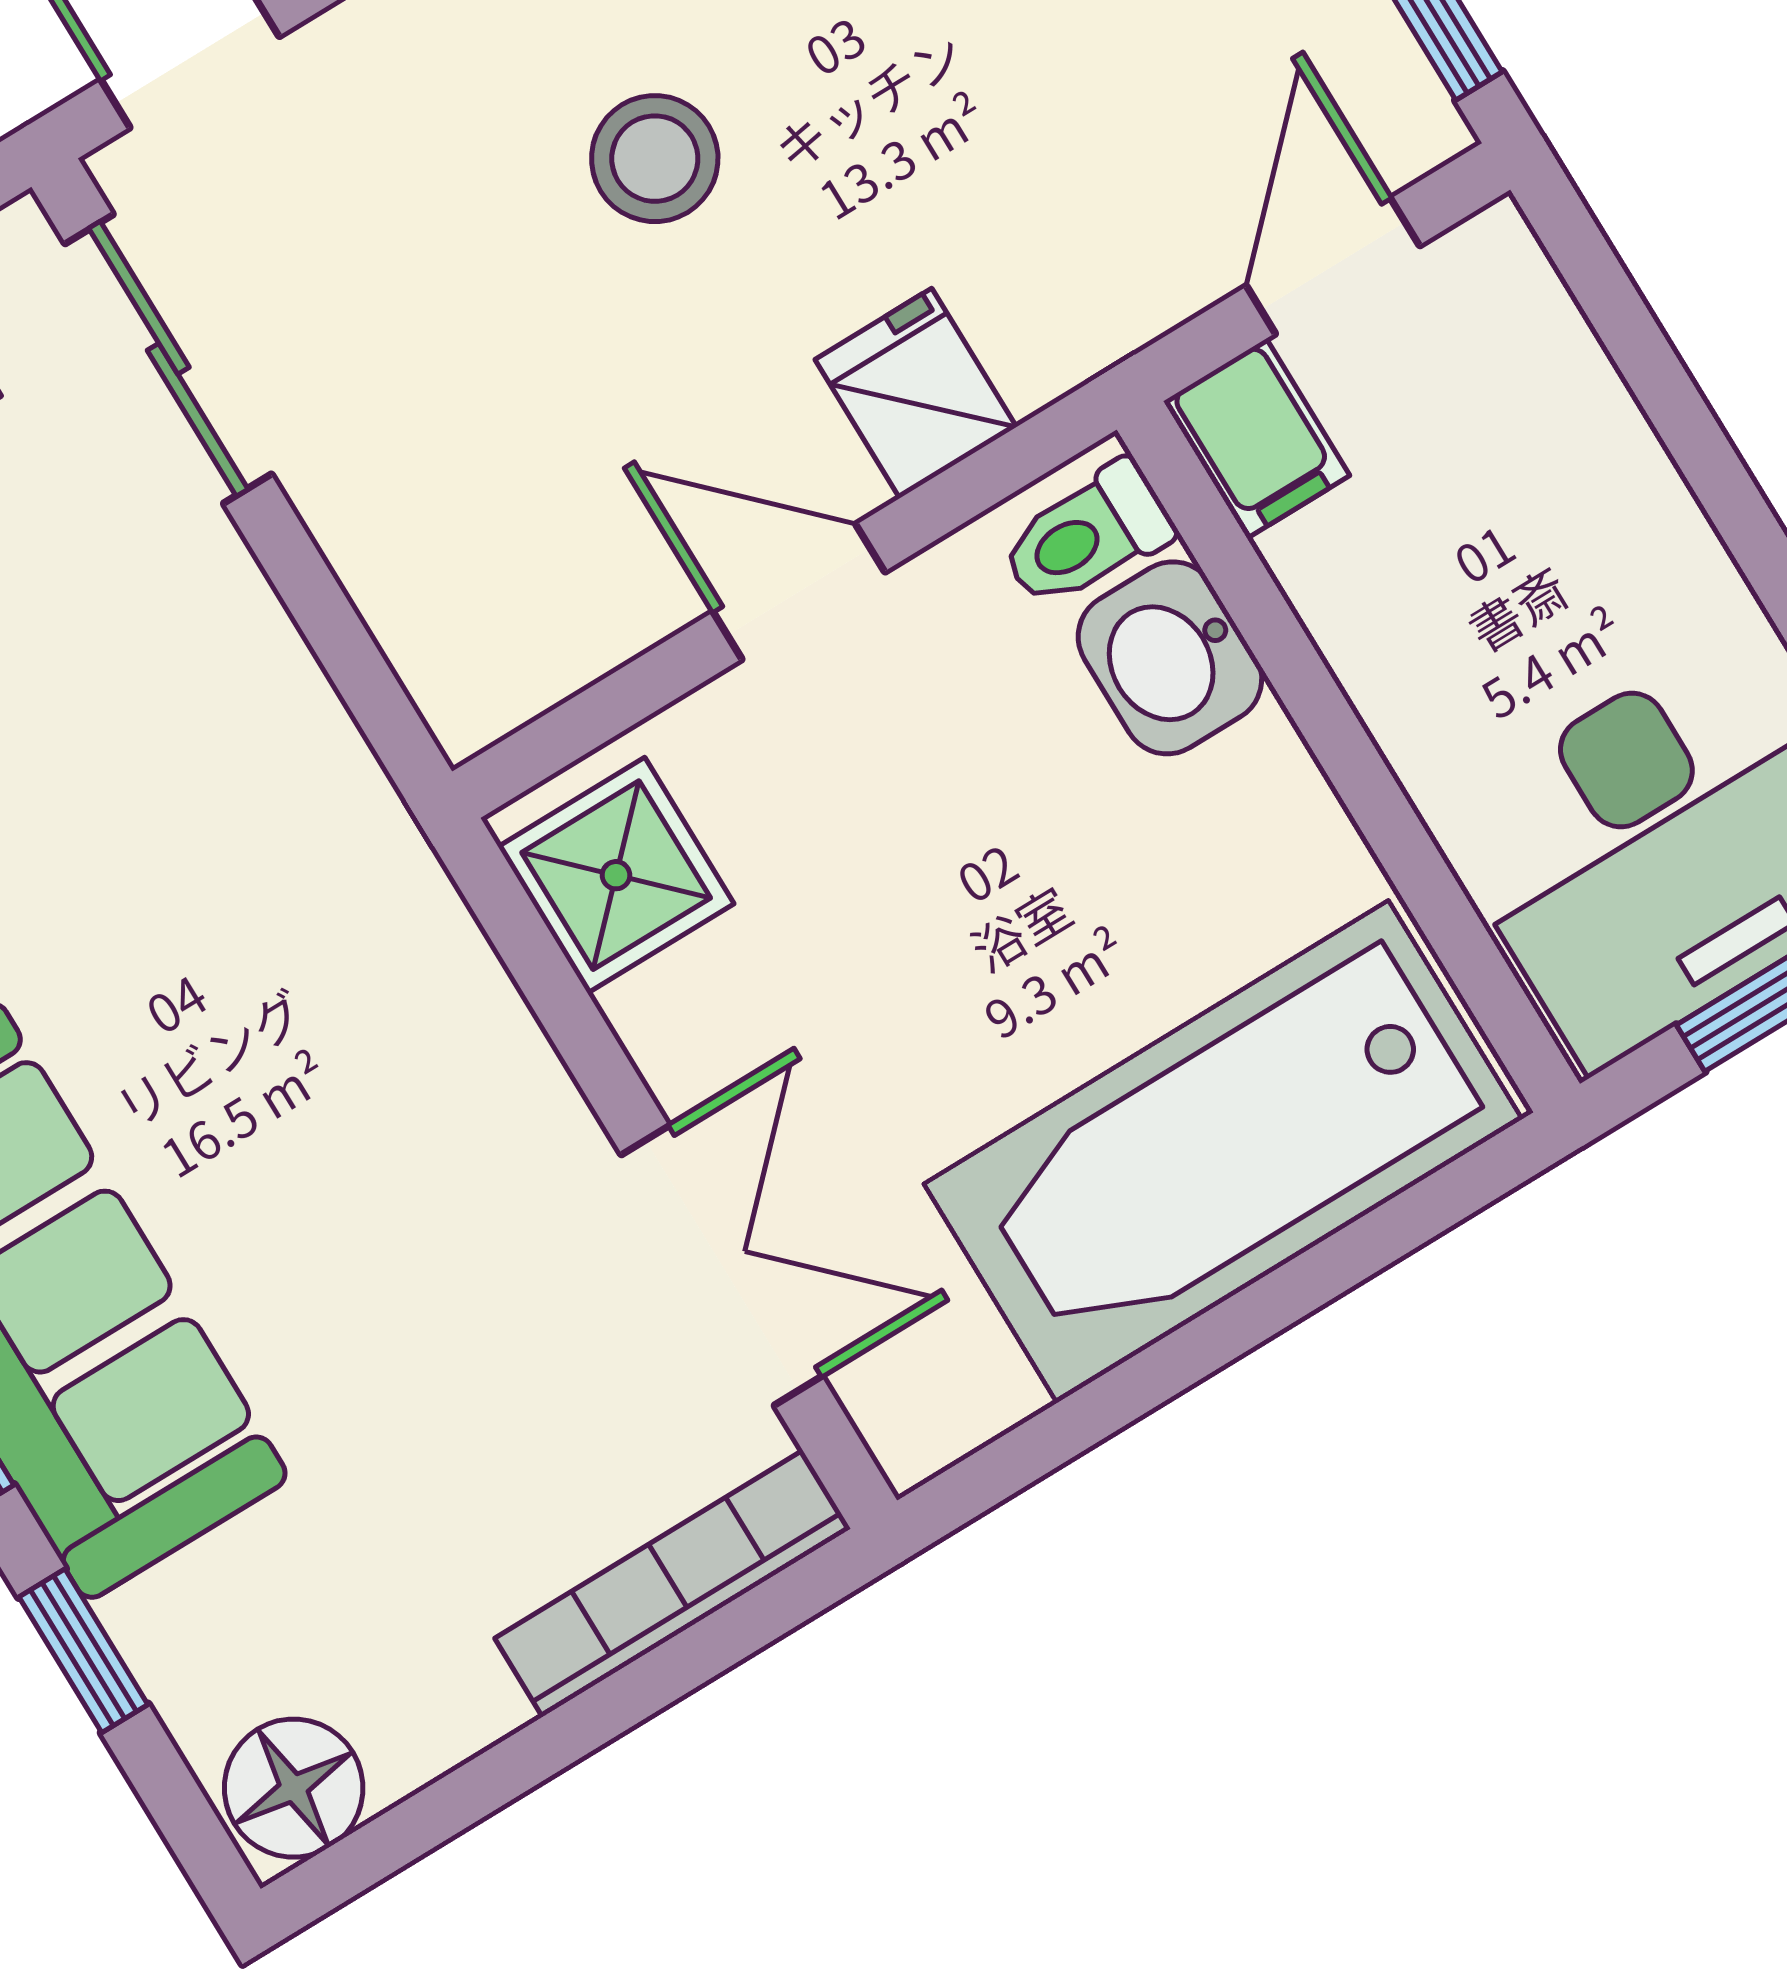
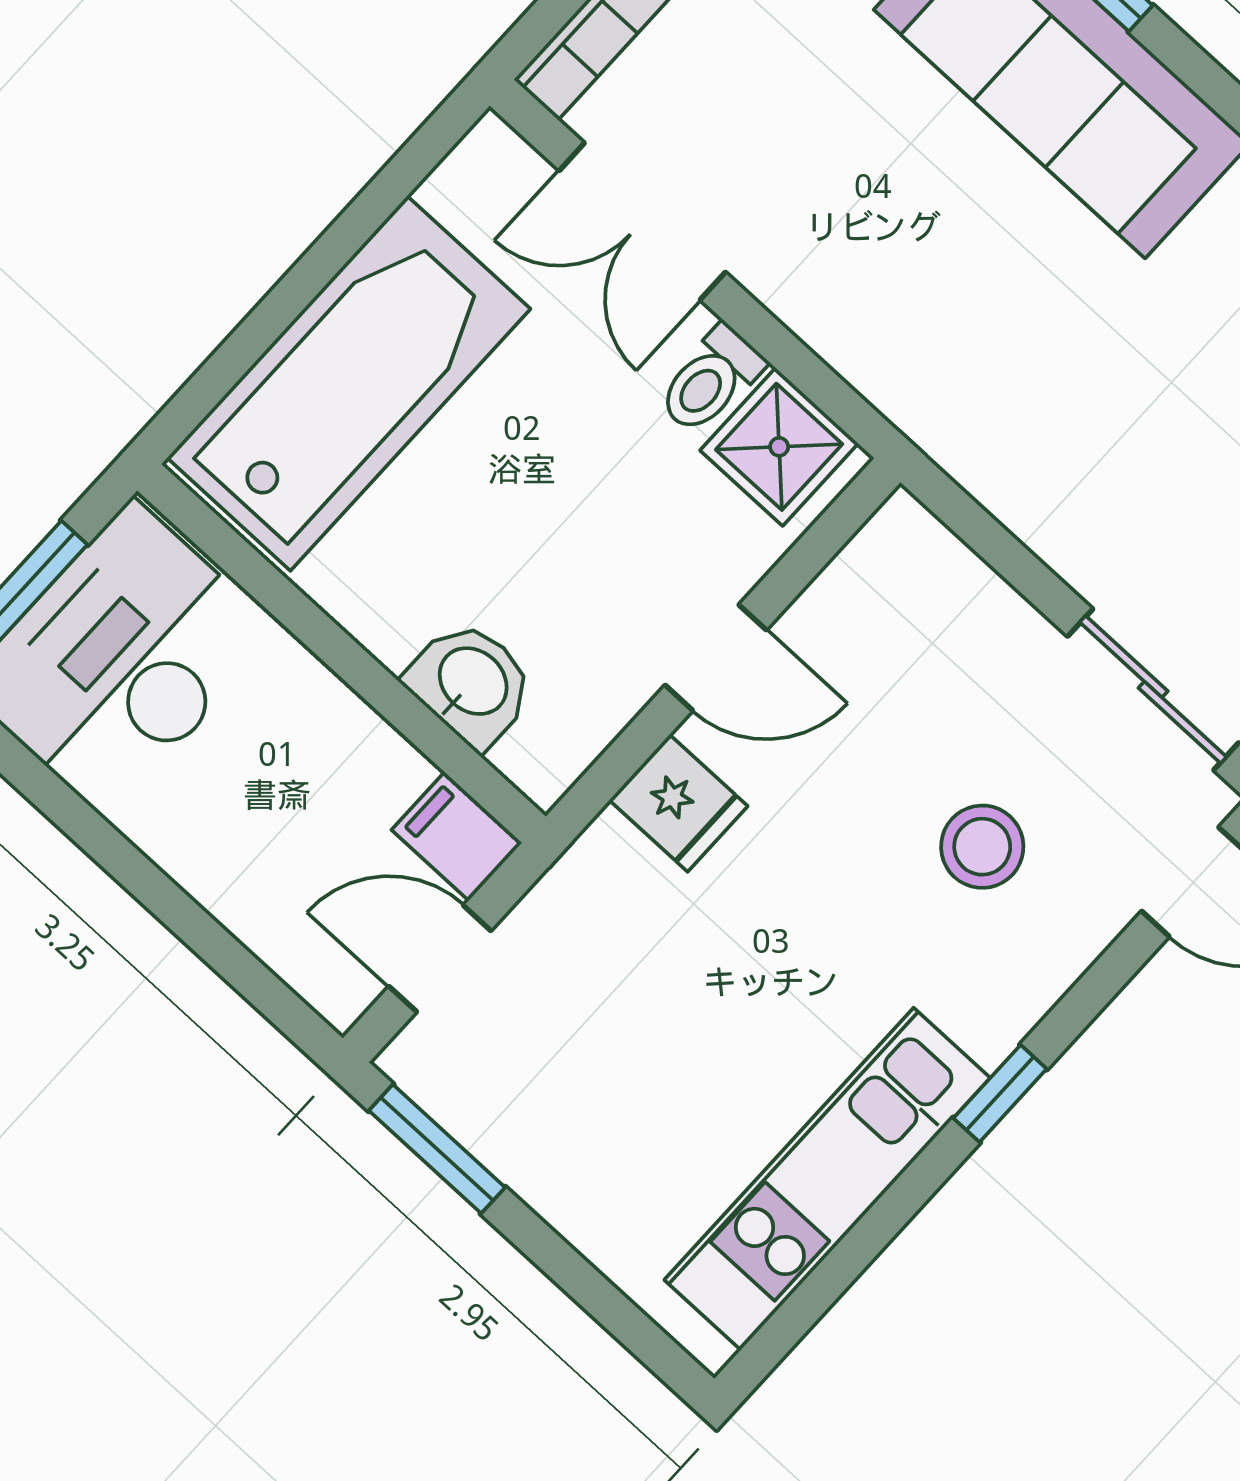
stool: (655, 159) -> (982, 847), moved
door: (1333, 266) -> (440, 958), swing flipped
toilet: (1086, 536) -> (711, 380), moved, turned 180

